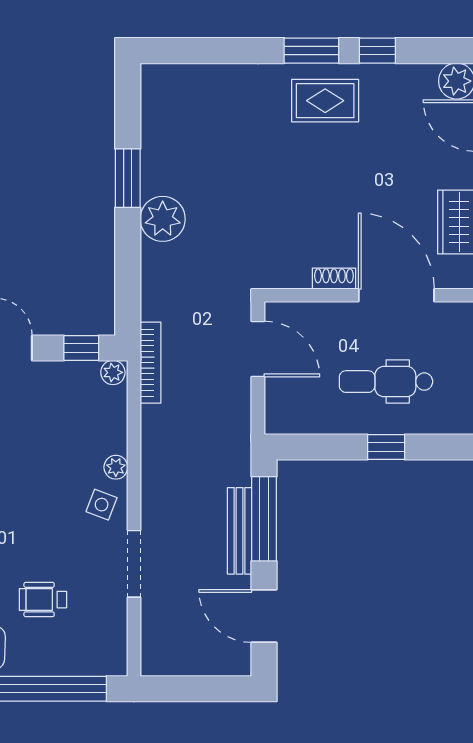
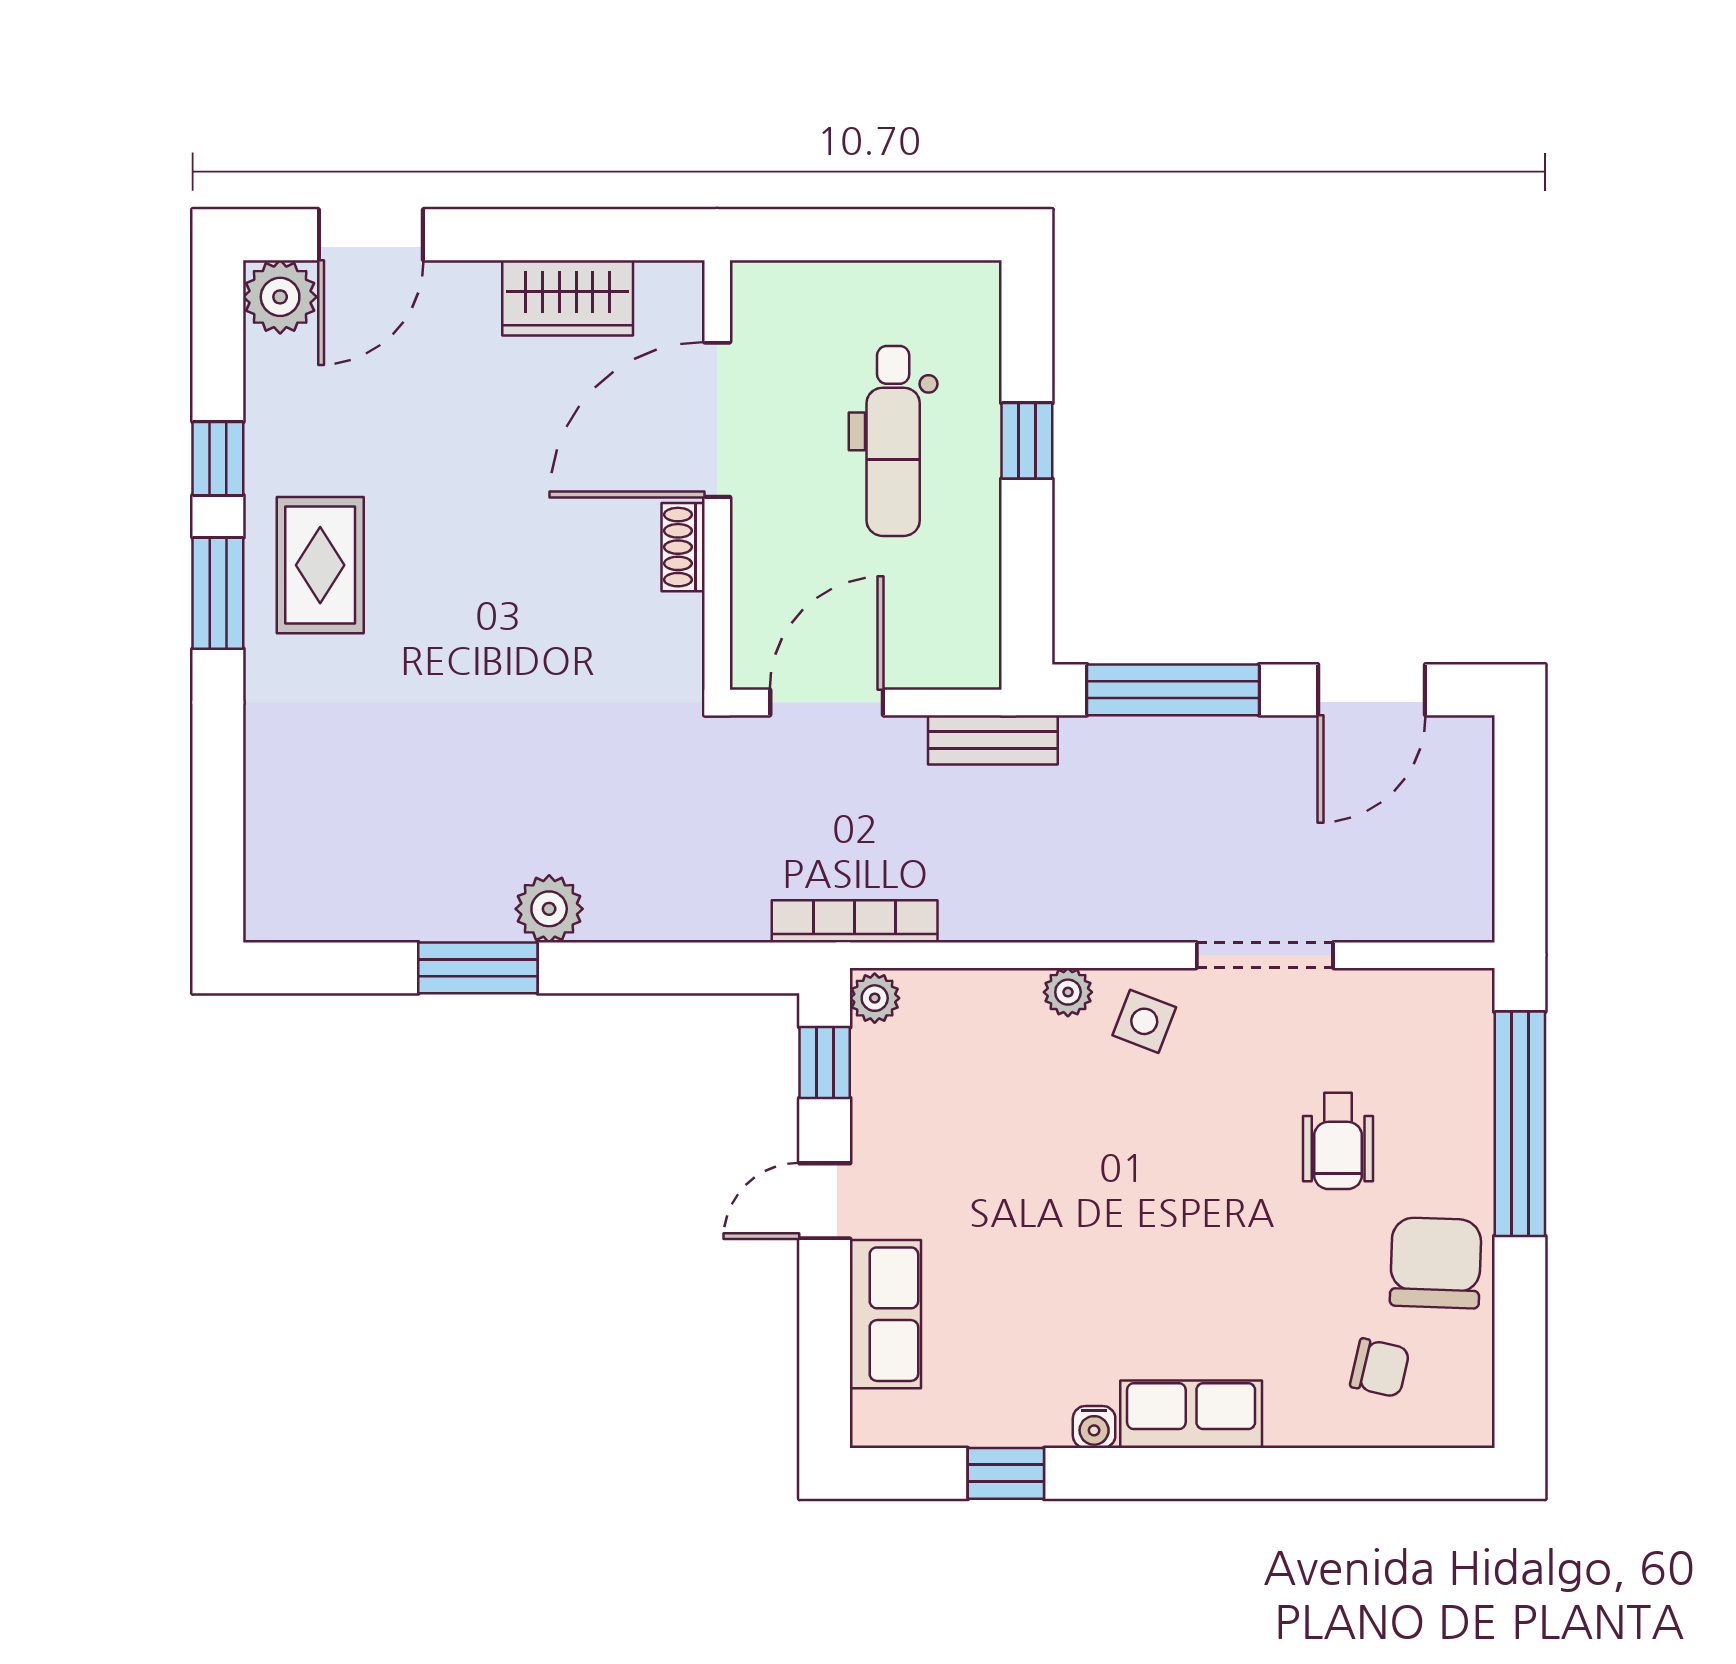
plant: (163, 219) -> (549, 909), width x0.73, depth x0.73
bench: (240, 531) -> (993, 740), moved, width x0.73

